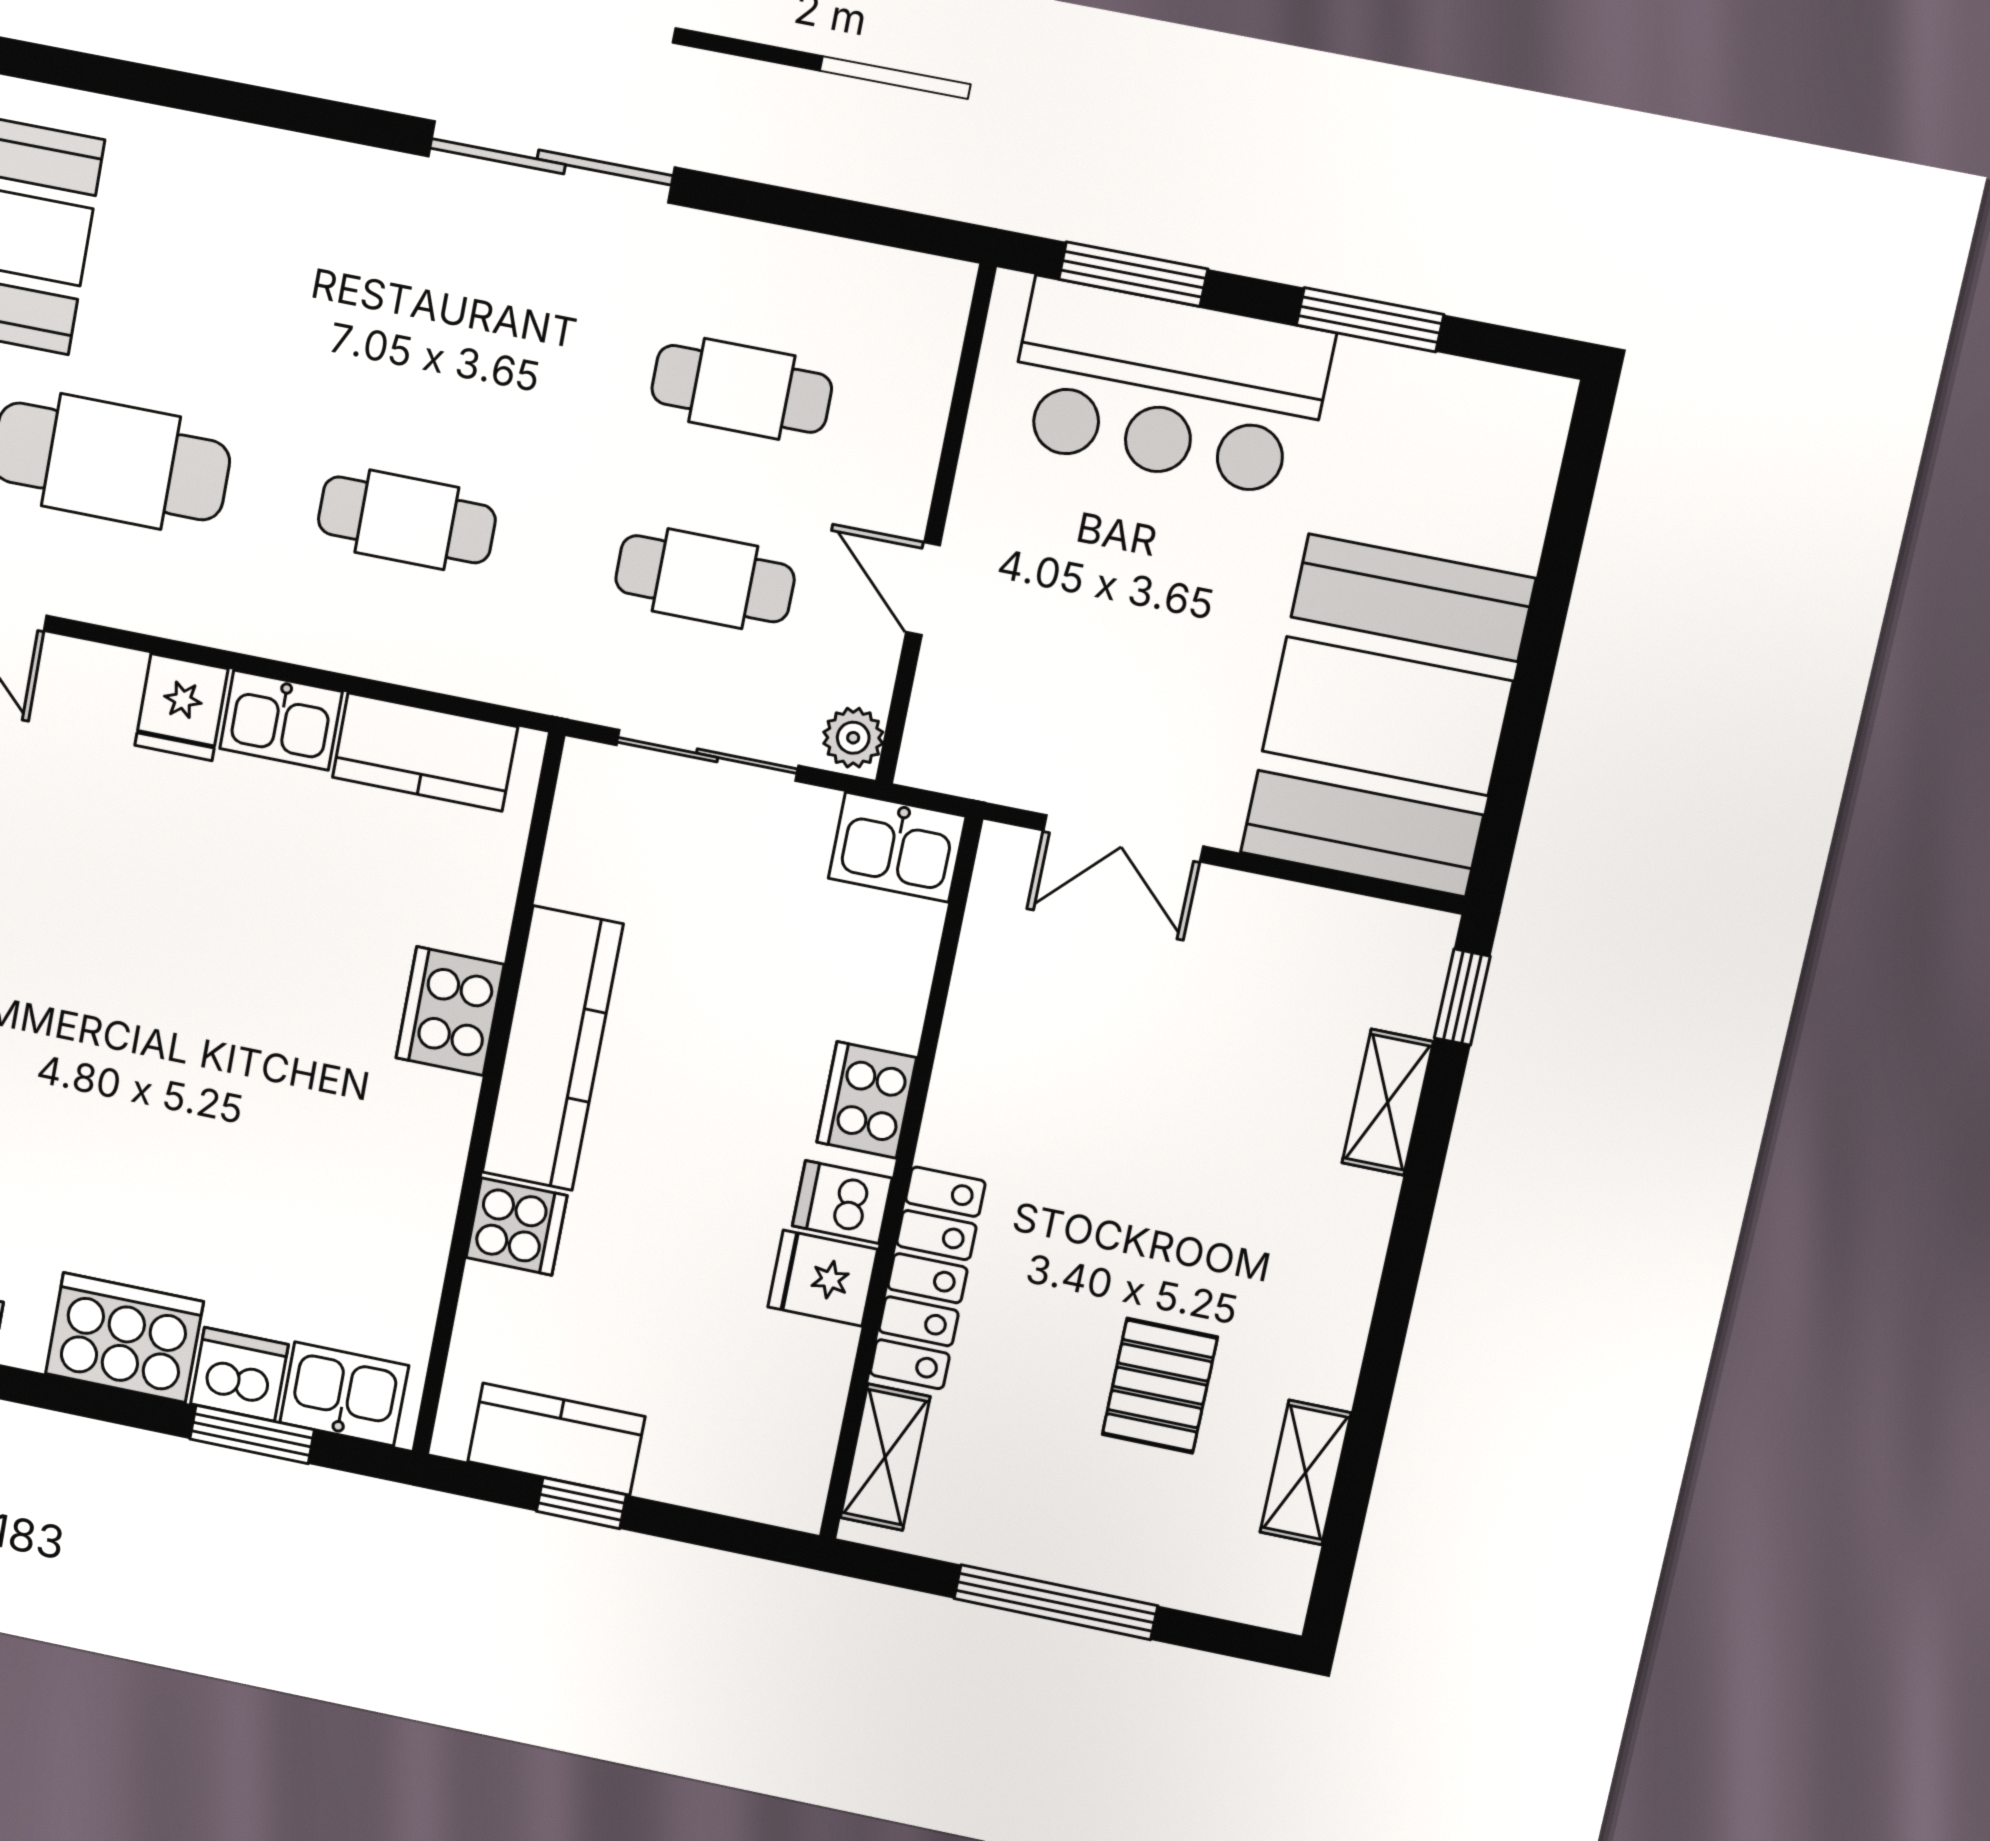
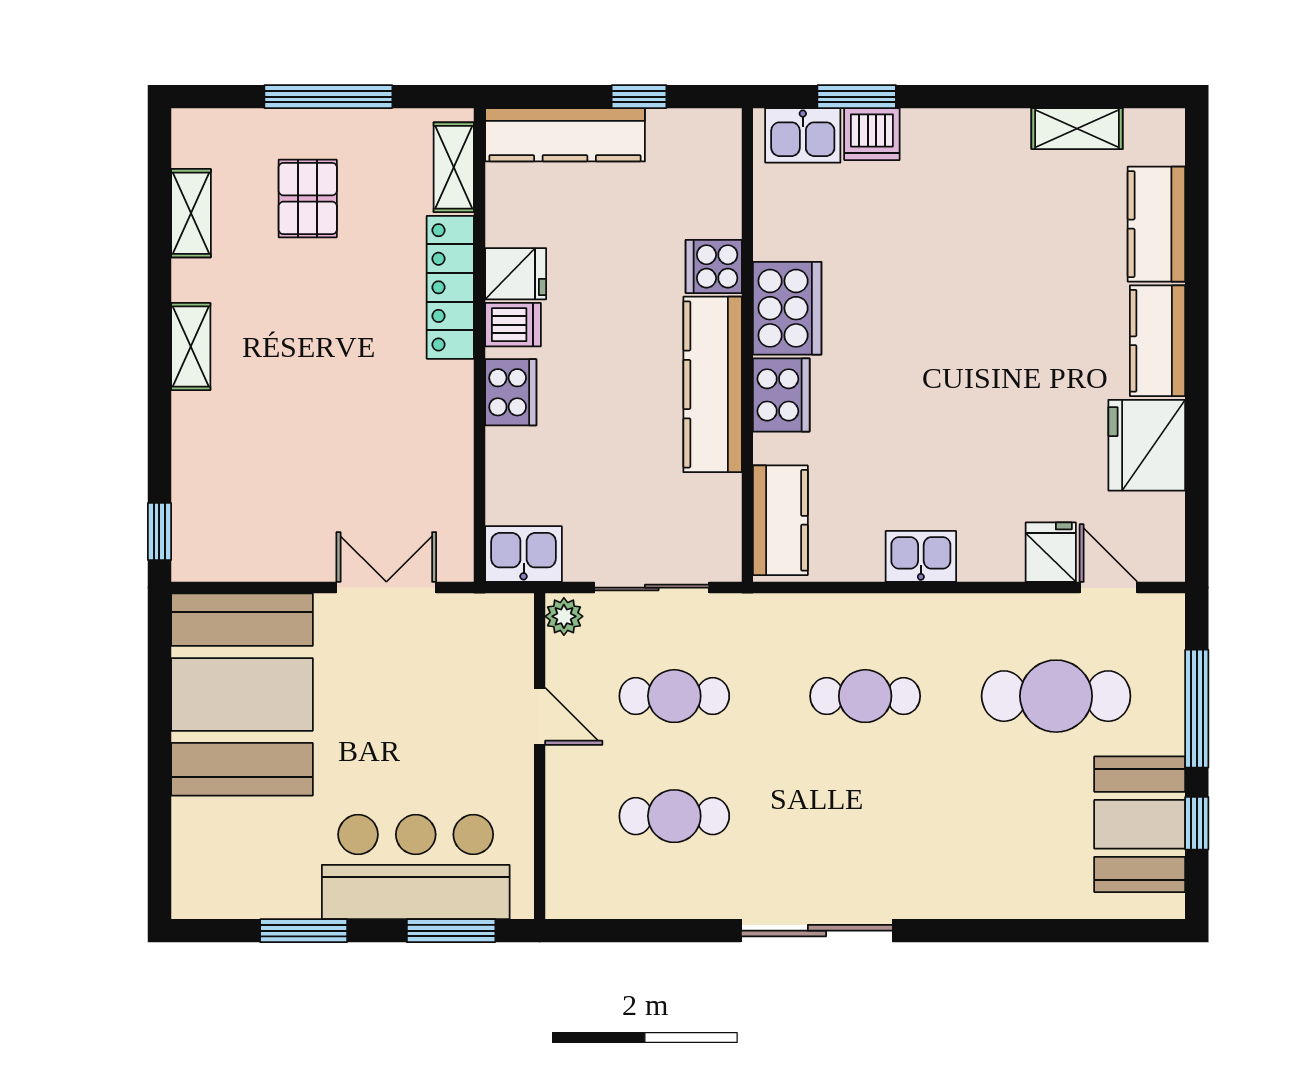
fridge: (181, 707) -> (1051, 552), moved
kitchen counter: (425, 752) -> (780, 520), moved, turned 90
shelving: (1388, 1102) -> (191, 347), moved
cooker: (124, 1338) -> (787, 308), moved, turned -90
pallet: (1160, 1386) -> (308, 199), moved
kitchen counter: (556, 1439) -> (565, 135), moved, width x1.50

